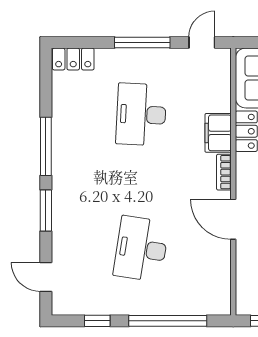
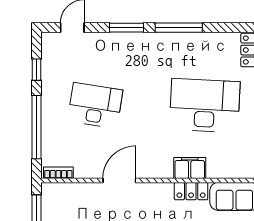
desk: (141, 114) -> (205, 105), width x1.36, depth x1.30
bookcase: (224, 172) -> (58, 173), moved

